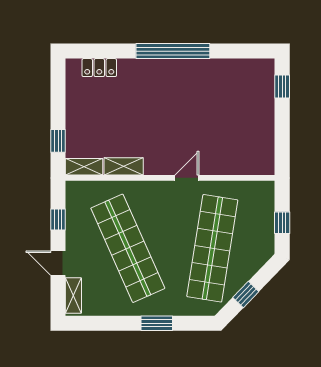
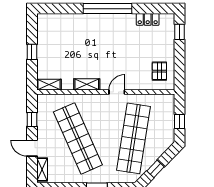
locker: (99, 68) -> (148, 19), moved
window: (58, 141) -> (32, 52), moved
pallet: (252, 146) -> (159, 71), added
shelving: (124, 166) -> (87, 84), moved

